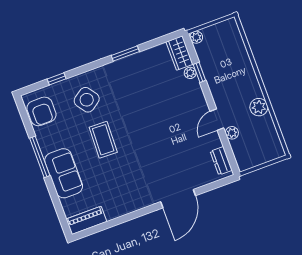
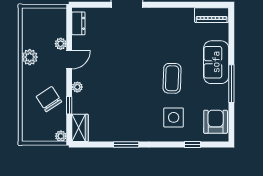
chair: (223, 71) -> (49, 99), added
plant: (190, 73) -> (77, 87), moved
side table: (87, 100) -> (174, 117), turned 35

